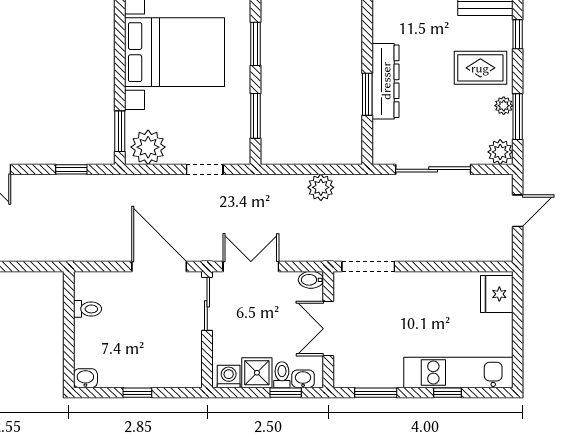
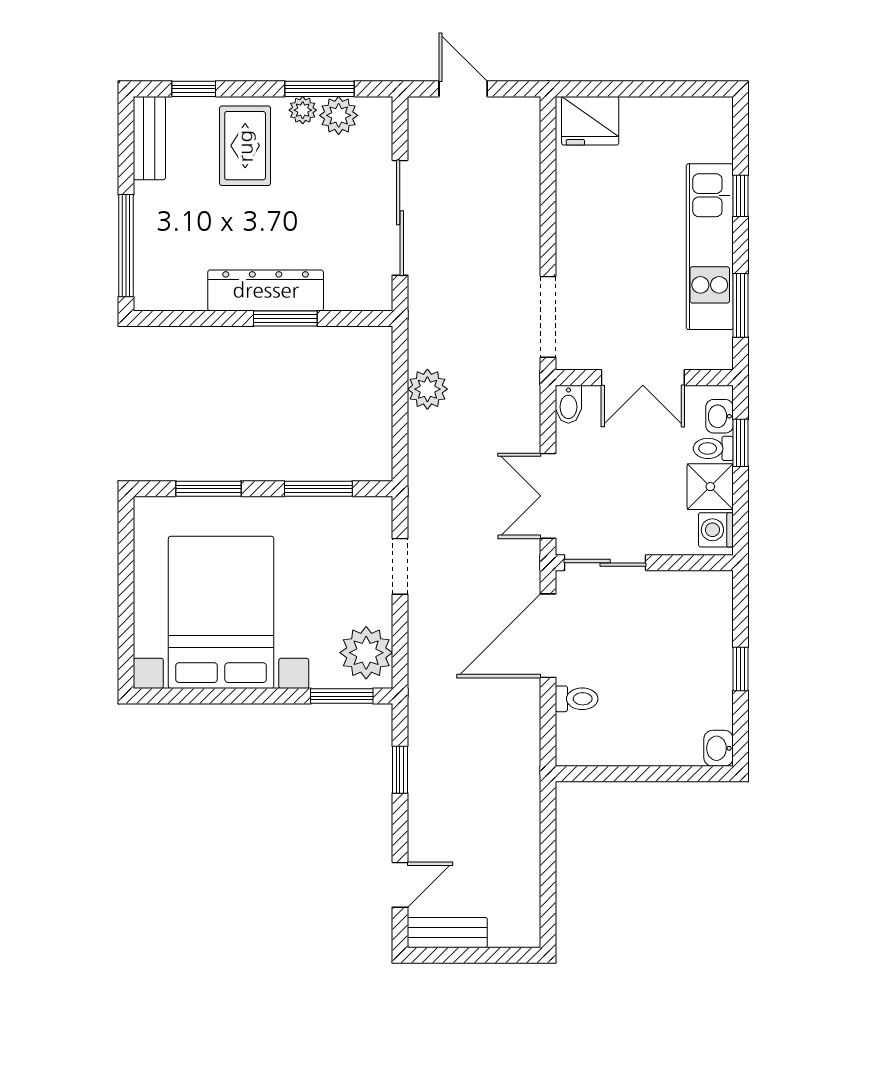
plant: (500, 152) -> (339, 115), moved
toilet: (87, 309) -> (577, 699), moved, turned 90
kitchen unit: (458, 372) -> (710, 247), moved

